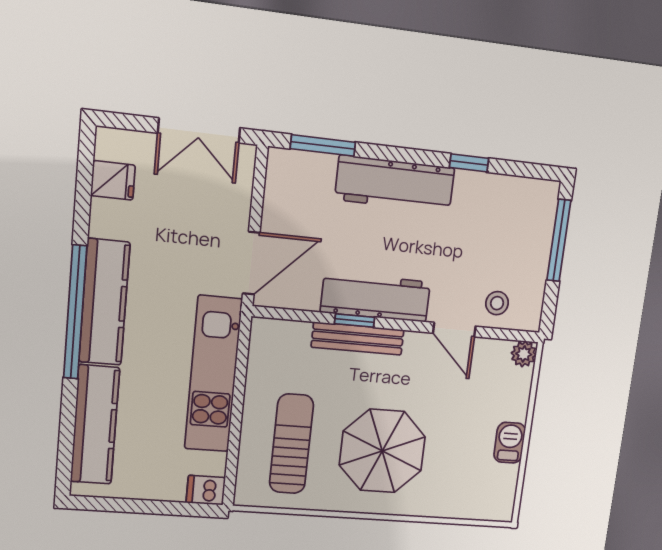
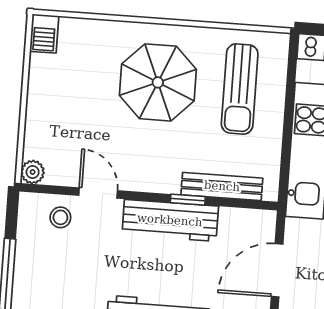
door: (251, 263) -> (277, 270), moved
bench: (358, 339) -> (222, 186), moved
barbecue: (510, 443) -> (44, 34), moved

